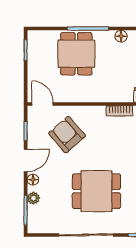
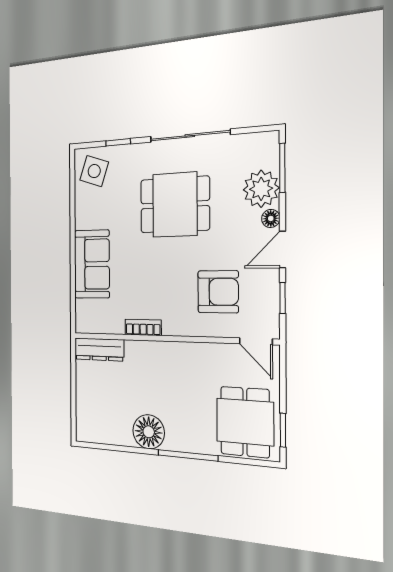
floor lamp: (121, 36) -> (149, 432), width x1.89, depth x1.89
dining table: (76, 54) -> (245, 422), moved
armchair: (67, 135) -> (218, 292), turned -49
plant: (33, 198) -> (261, 189), width x1.88, depth x1.88

